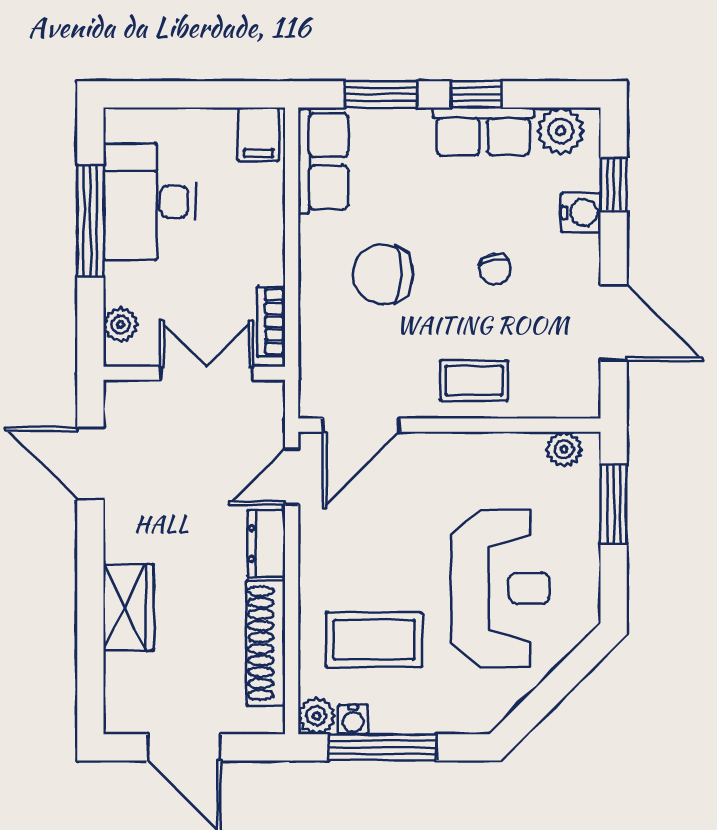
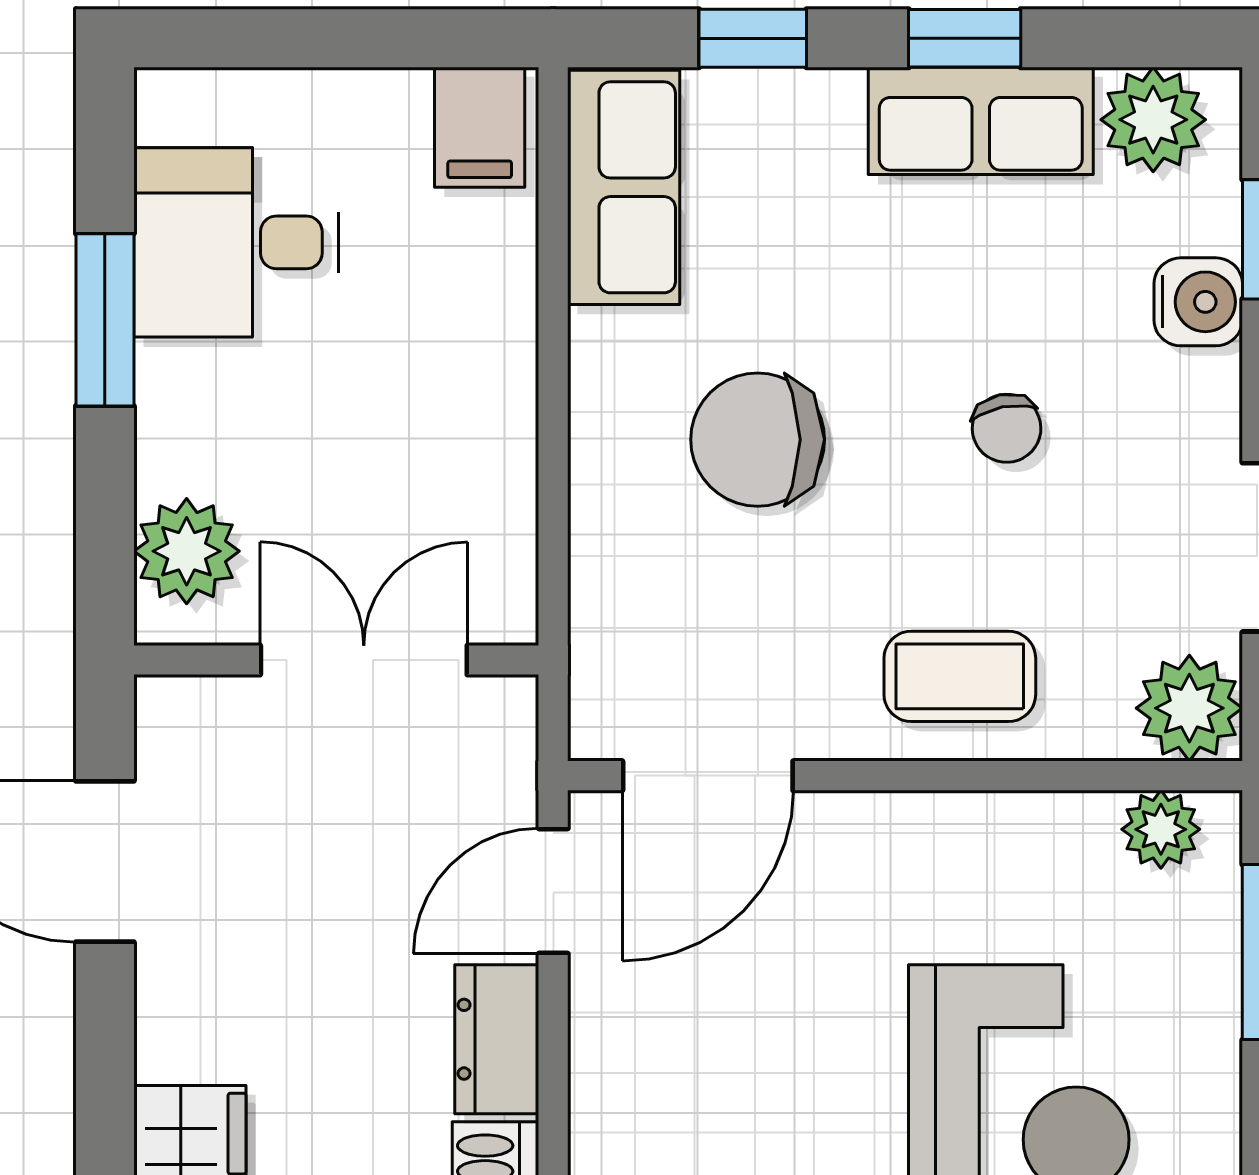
window: (381, 94) -> (753, 38), width x0.67
desk: (149, 202) -> (236, 242), width x0.73
window: (90, 221) -> (105, 320), width x0.69
bookcase: (271, 322) -> (508, 545), removed
plant: (121, 324) -> (187, 551), width x1.38, depth x1.38
plant: (577, 395) -> (1189, 708), added

